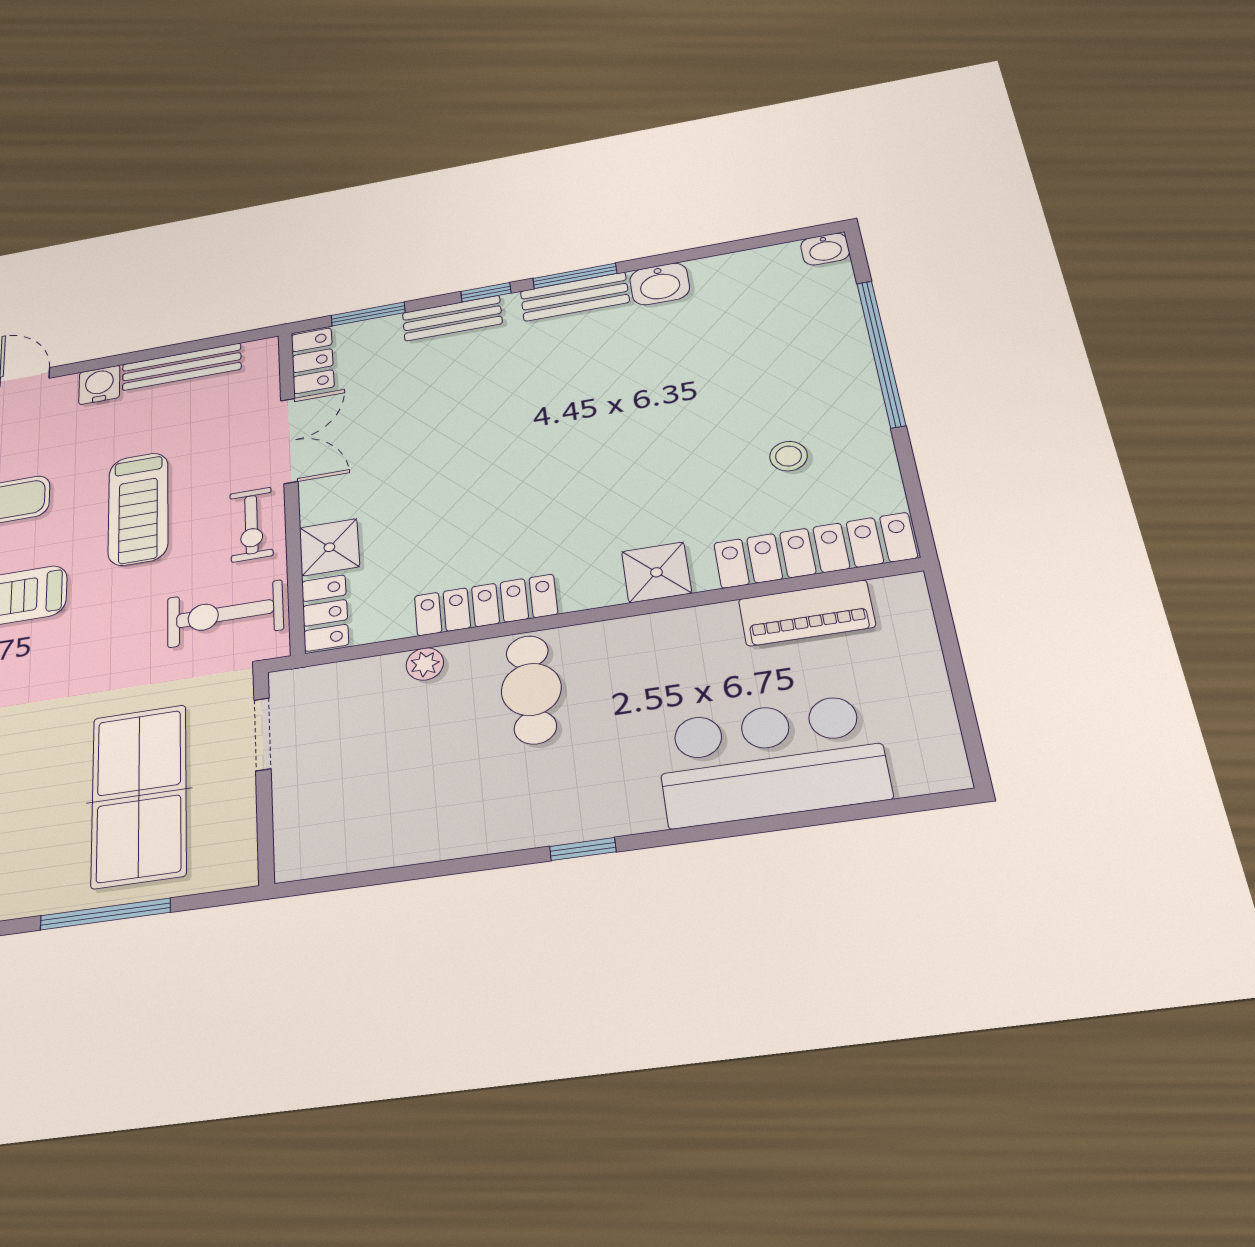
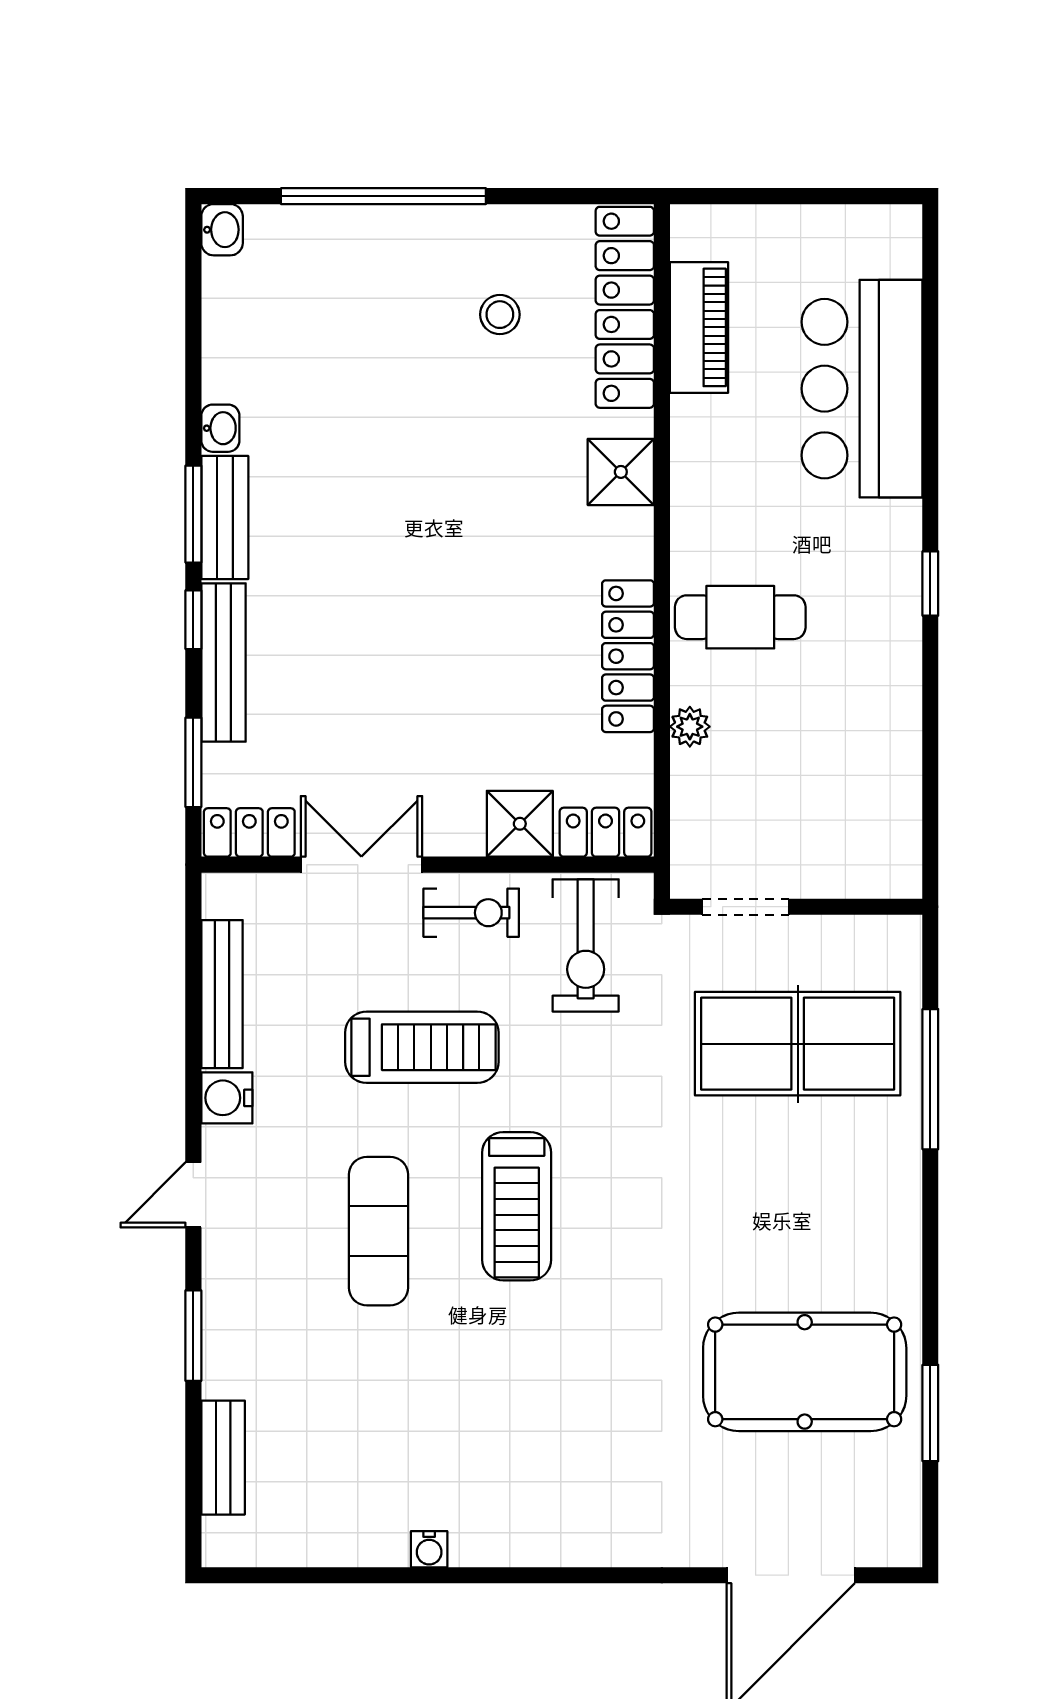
washbasin: (660, 284) -> (220, 428), width x0.72, depth x0.69
bench: (452, 318) -> (223, 662), width x1.36

